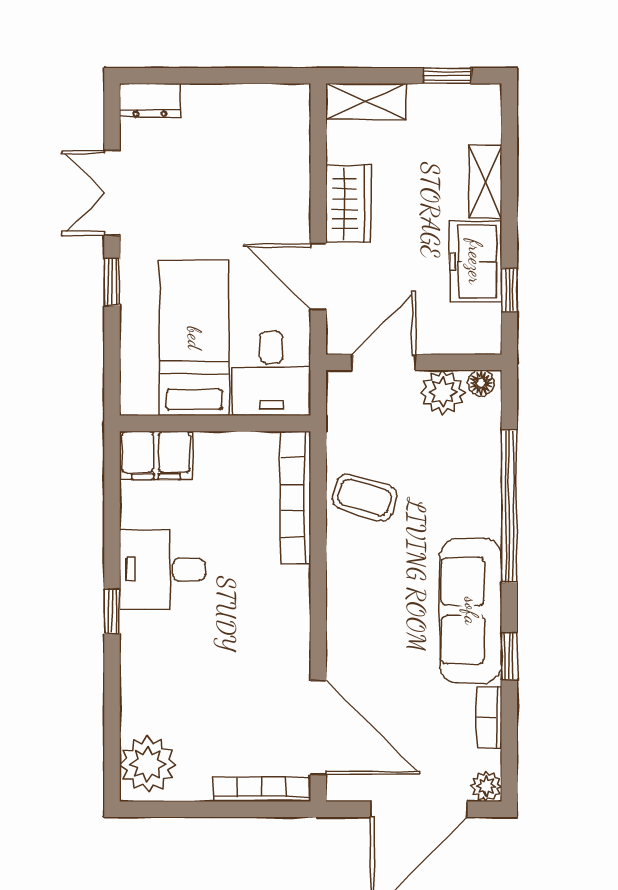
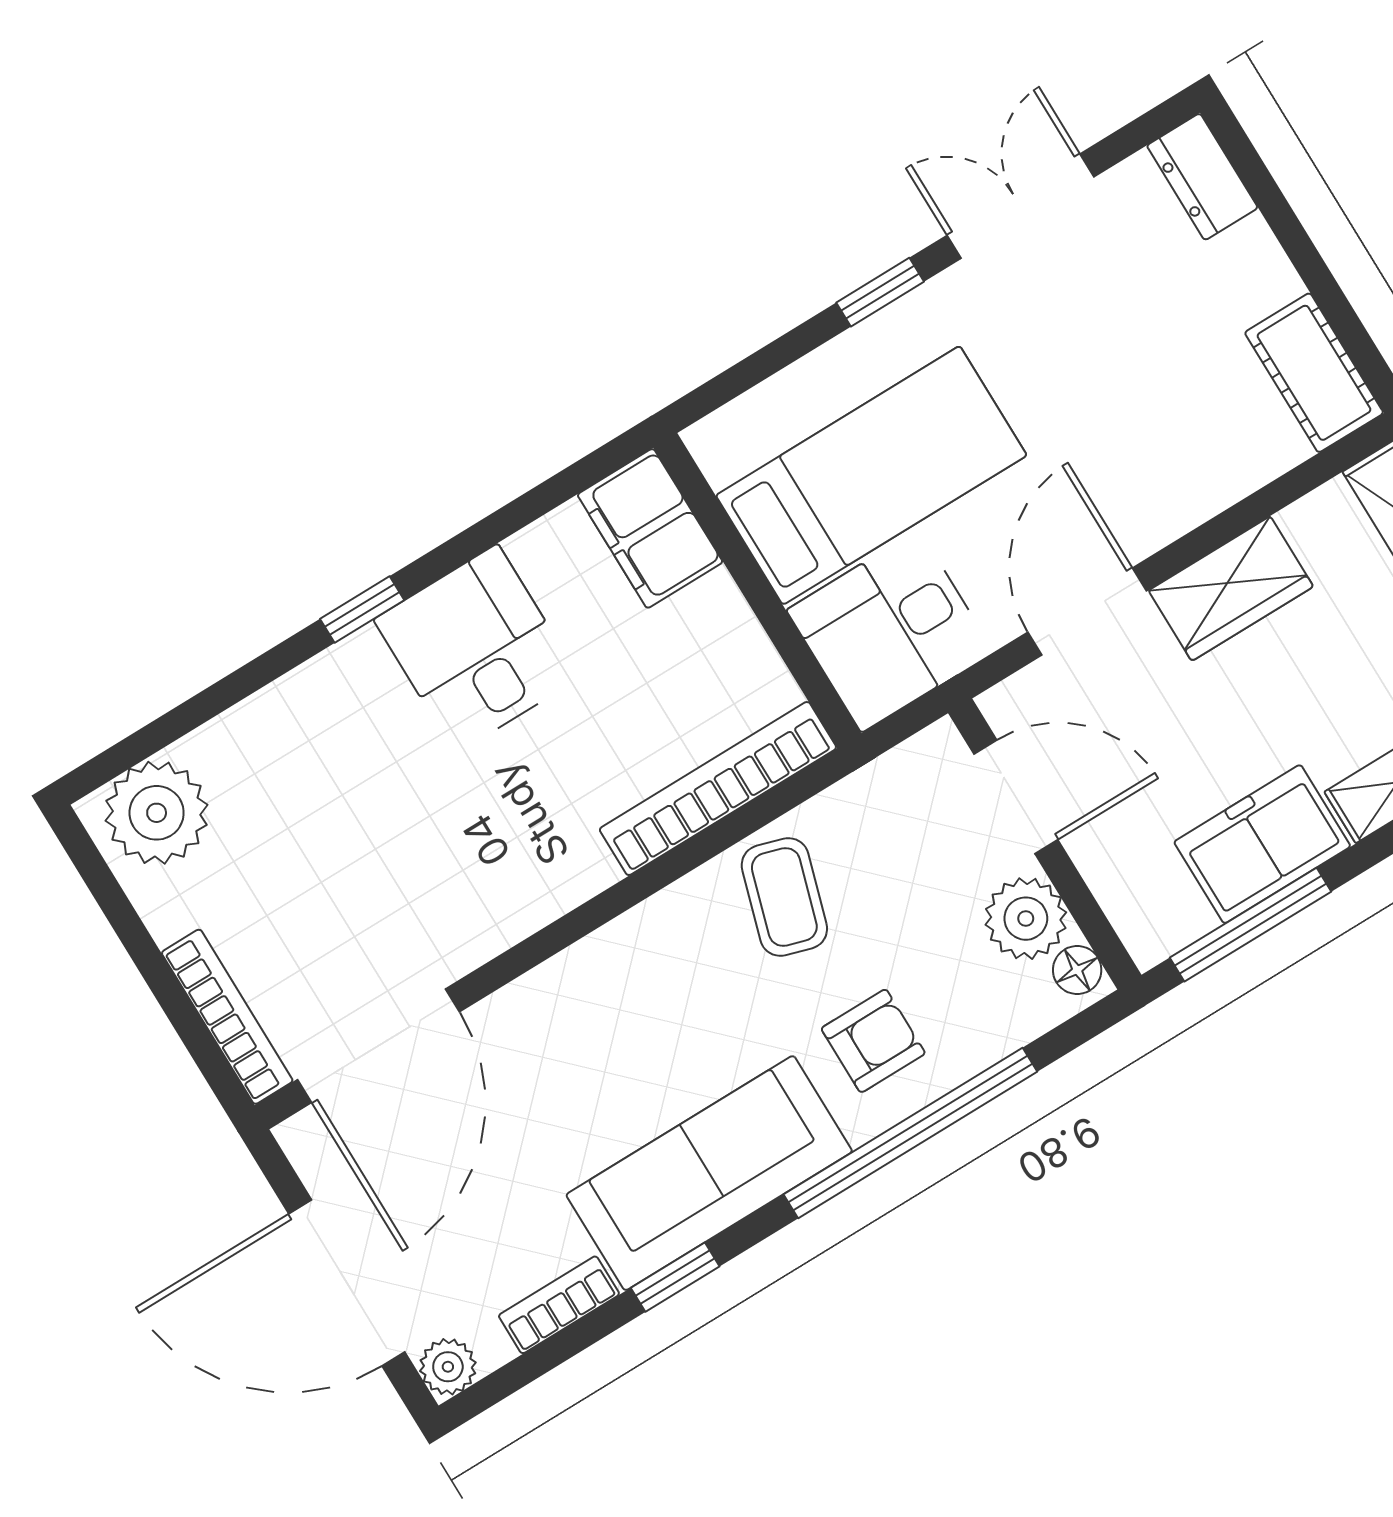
cot: (272, 104) -> (1314, 373), added
window: (509, 290) -> (1251, 925), width x2.17
armchair: (456, 497) -> (873, 1041), added

